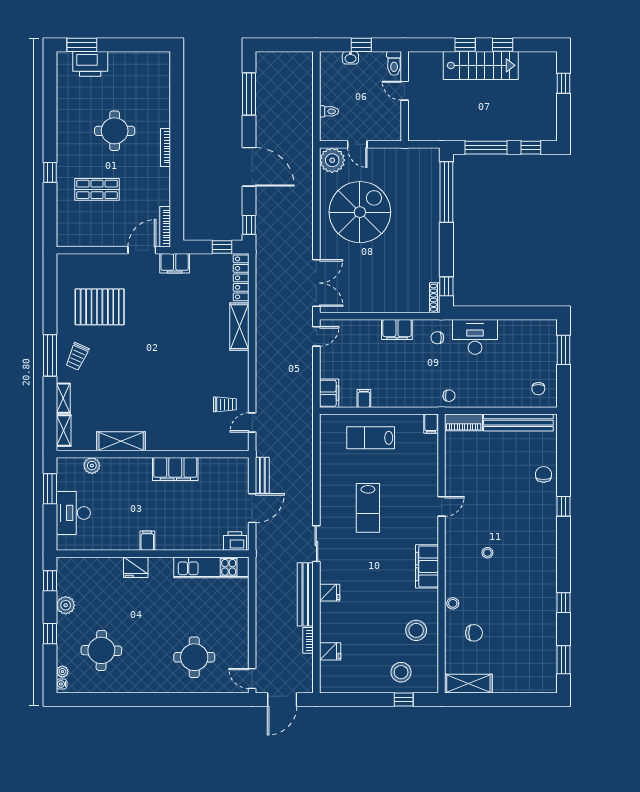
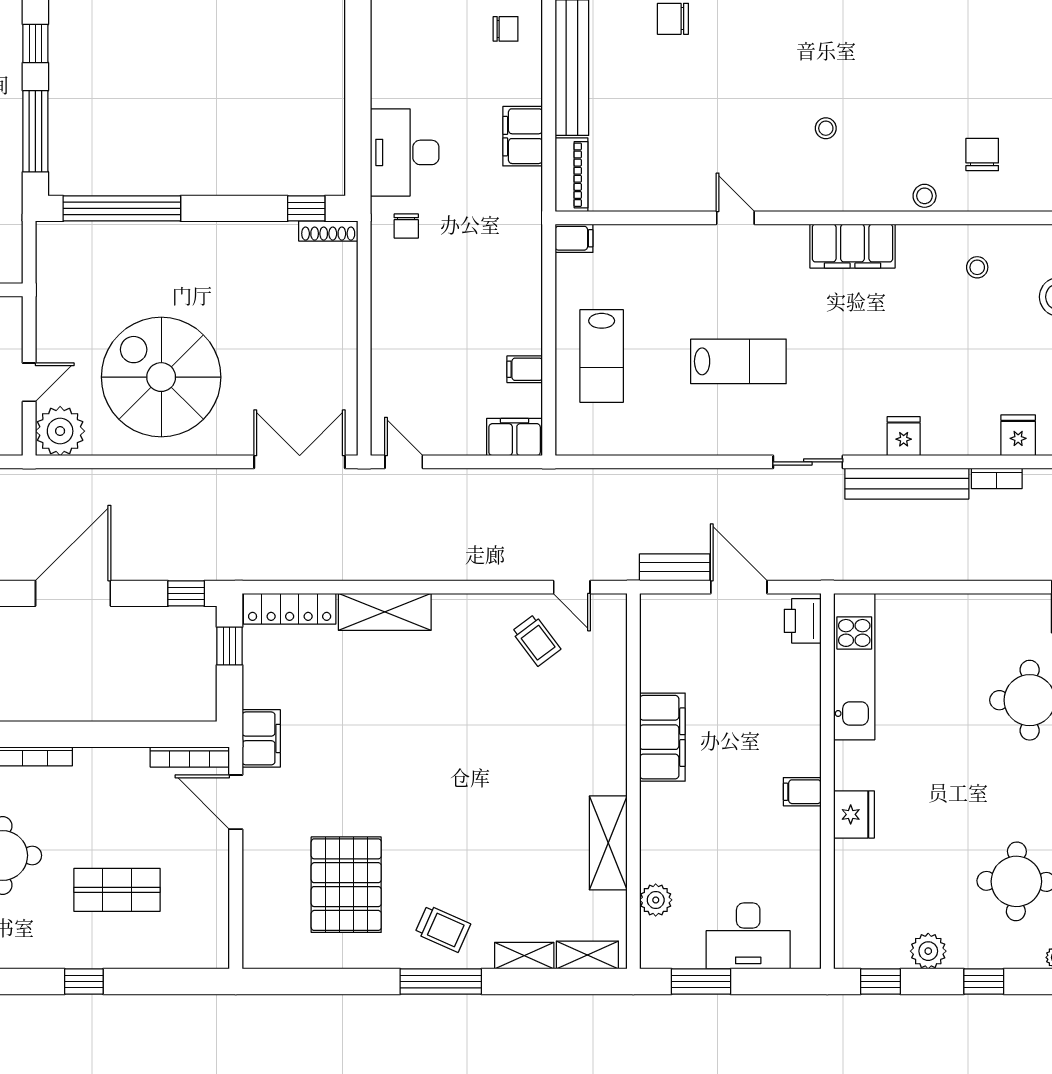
shop shelf: (97, 189) -> (117, 890), turned 90
filing cabinet: (397, 329) -> (523, 136), moved, turned 180
chair: (449, 396) -> (519, 203), removed
trolley: (225, 404) -> (536, 640), turned 143
stool: (416, 630) -> (977, 267), width x0.53, depth x0.53

